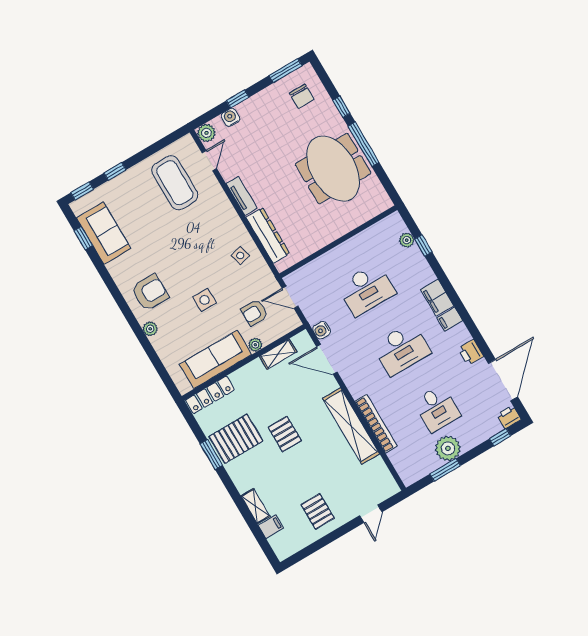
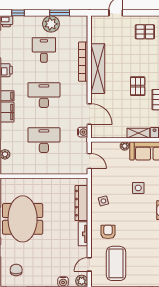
armchair: (255, 313) -> (108, 232), moved, turned -90
shelving: (278, 354) -> (138, 133), moved
pallet: (318, 511) -> (145, 32), turned 90

